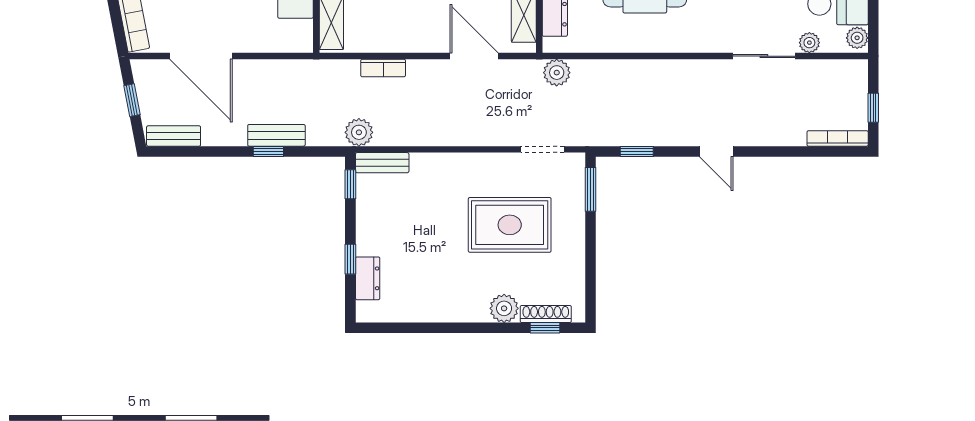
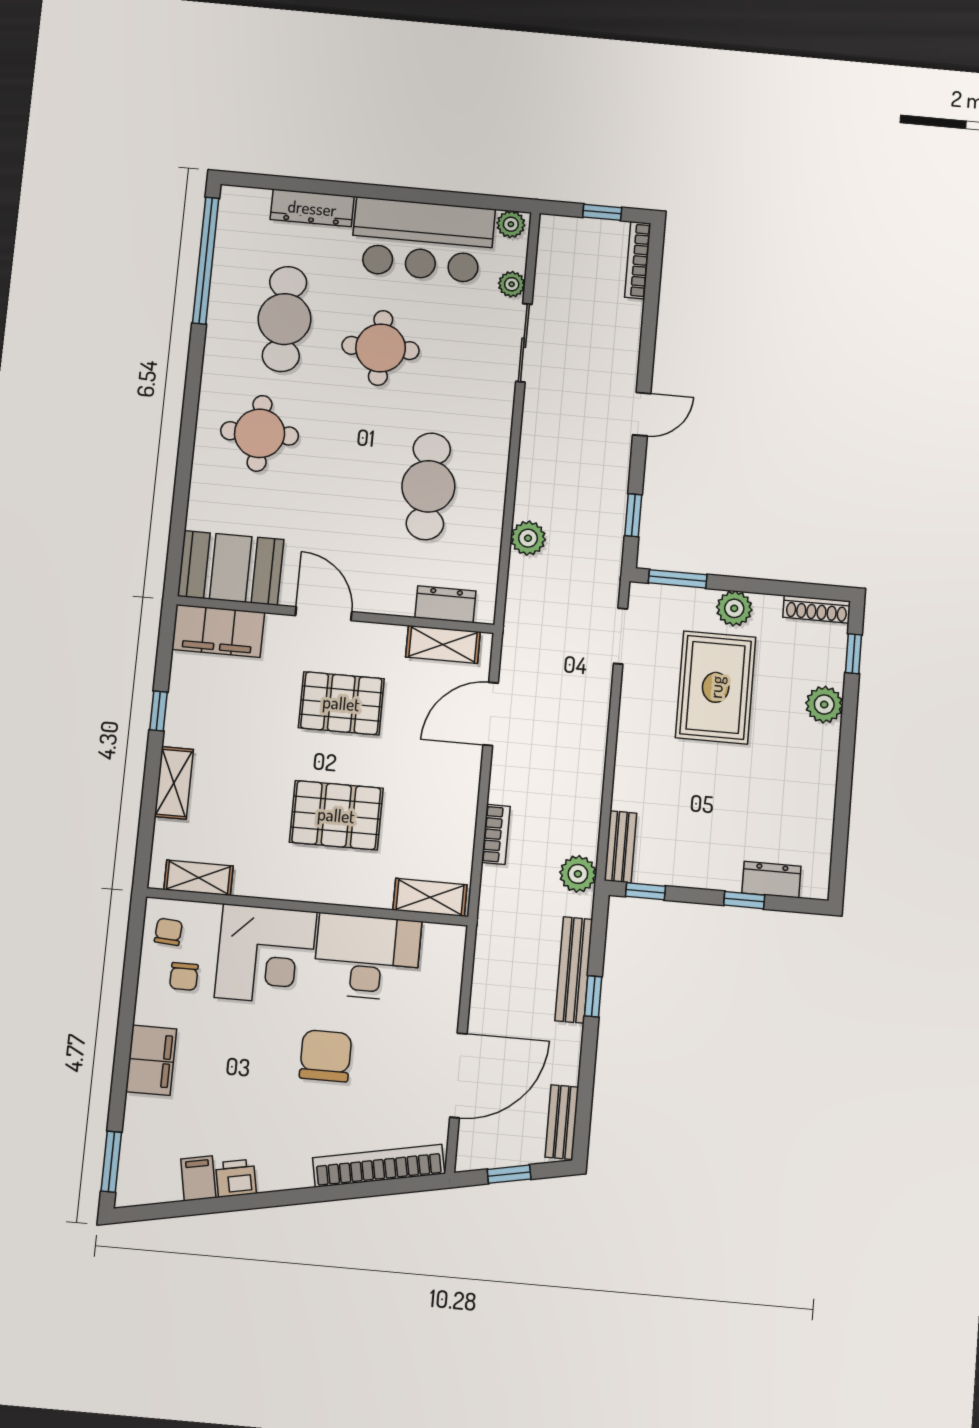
plant: (557, 73) -> (528, 538), moved
bench: (276, 135) -> (574, 970), width x1.36
plant: (572, 234) -> (734, 608), added
shoe rack: (546, 314) -> (817, 609), moved, turned -90

